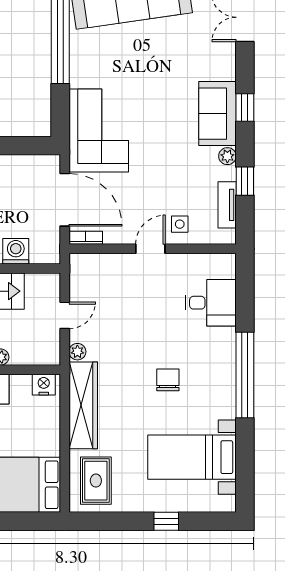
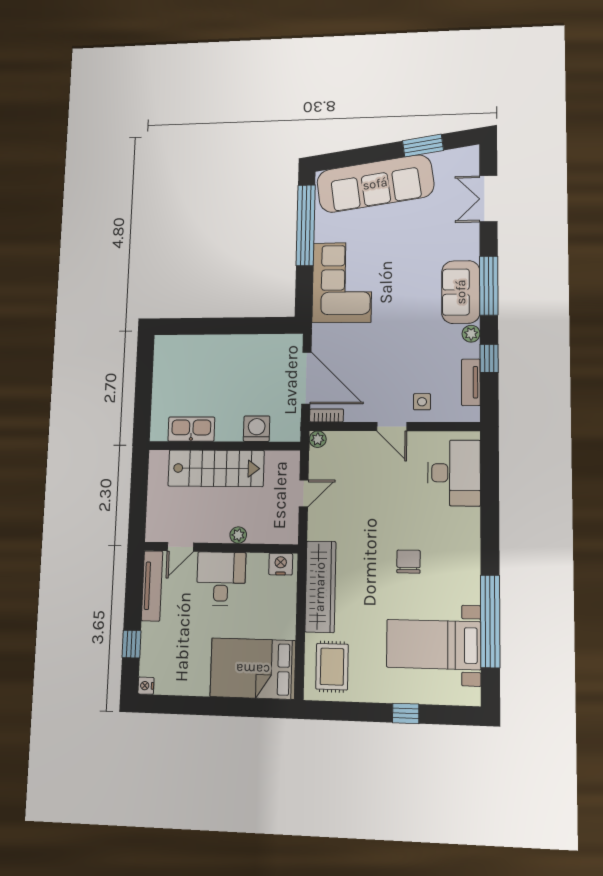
window: (245, 108) -> (489, 286), width x2.17
corner sofa: (99, 130) -> (342, 282), moved
door: (150, 249) -> (392, 427), swing flipped
desk: (211, 303) -> (454, 473), width x1.37
plant: (77, 352) -> (318, 439), moved
window: (245, 375) -> (490, 621), moved

